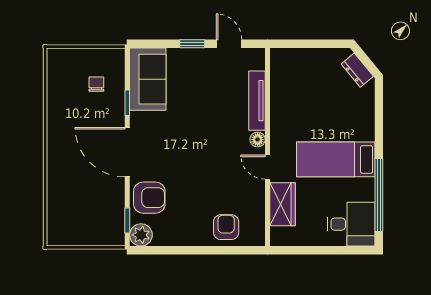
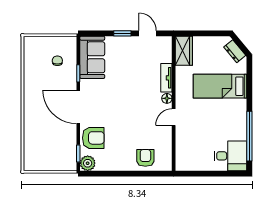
tv unit: (257, 101) -> (166, 78), width x0.71
bed: (336, 159) -> (220, 86), moved
door: (267, 167) -> (174, 117), hinge flipped
wardrobe: (282, 204) -> (184, 51), moved

